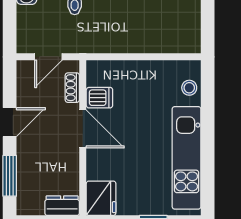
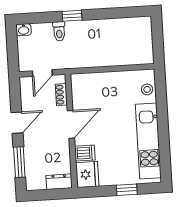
dishwasher: (99, 98) -> (85, 153), moved
door: (83, 129) -> (71, 124), hinge flipped

